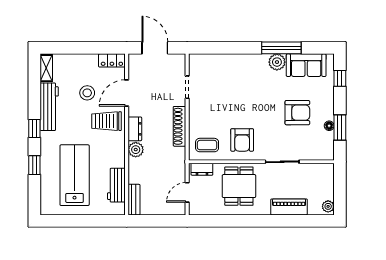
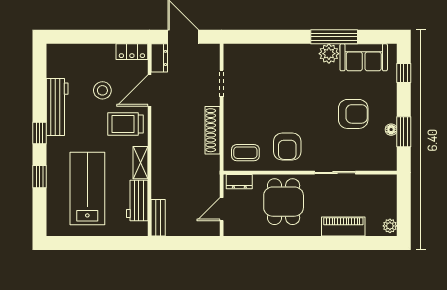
shelving: (46, 68) -> (140, 163), moved
dresser: (135, 129) -> (159, 58), moved
plant: (136, 150) -> (160, 158), removed

